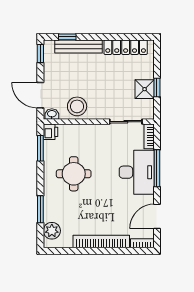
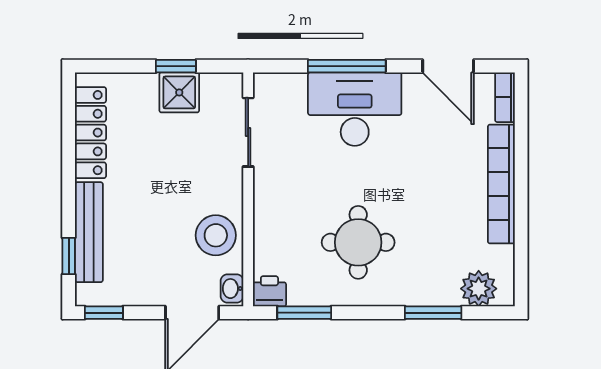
bookcase: (149, 136) -> (279, 83), removed

